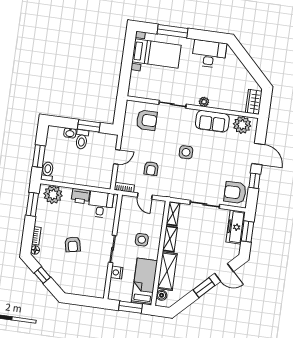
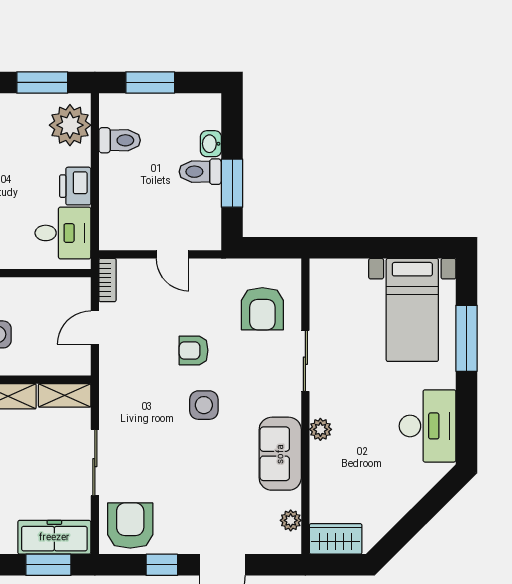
plant: (242, 125) -> (291, 520), width x0.53, depth x0.53
armchair: (151, 169) -> (194, 350), moved
toilet: (47, 171) -> (120, 140), moved

